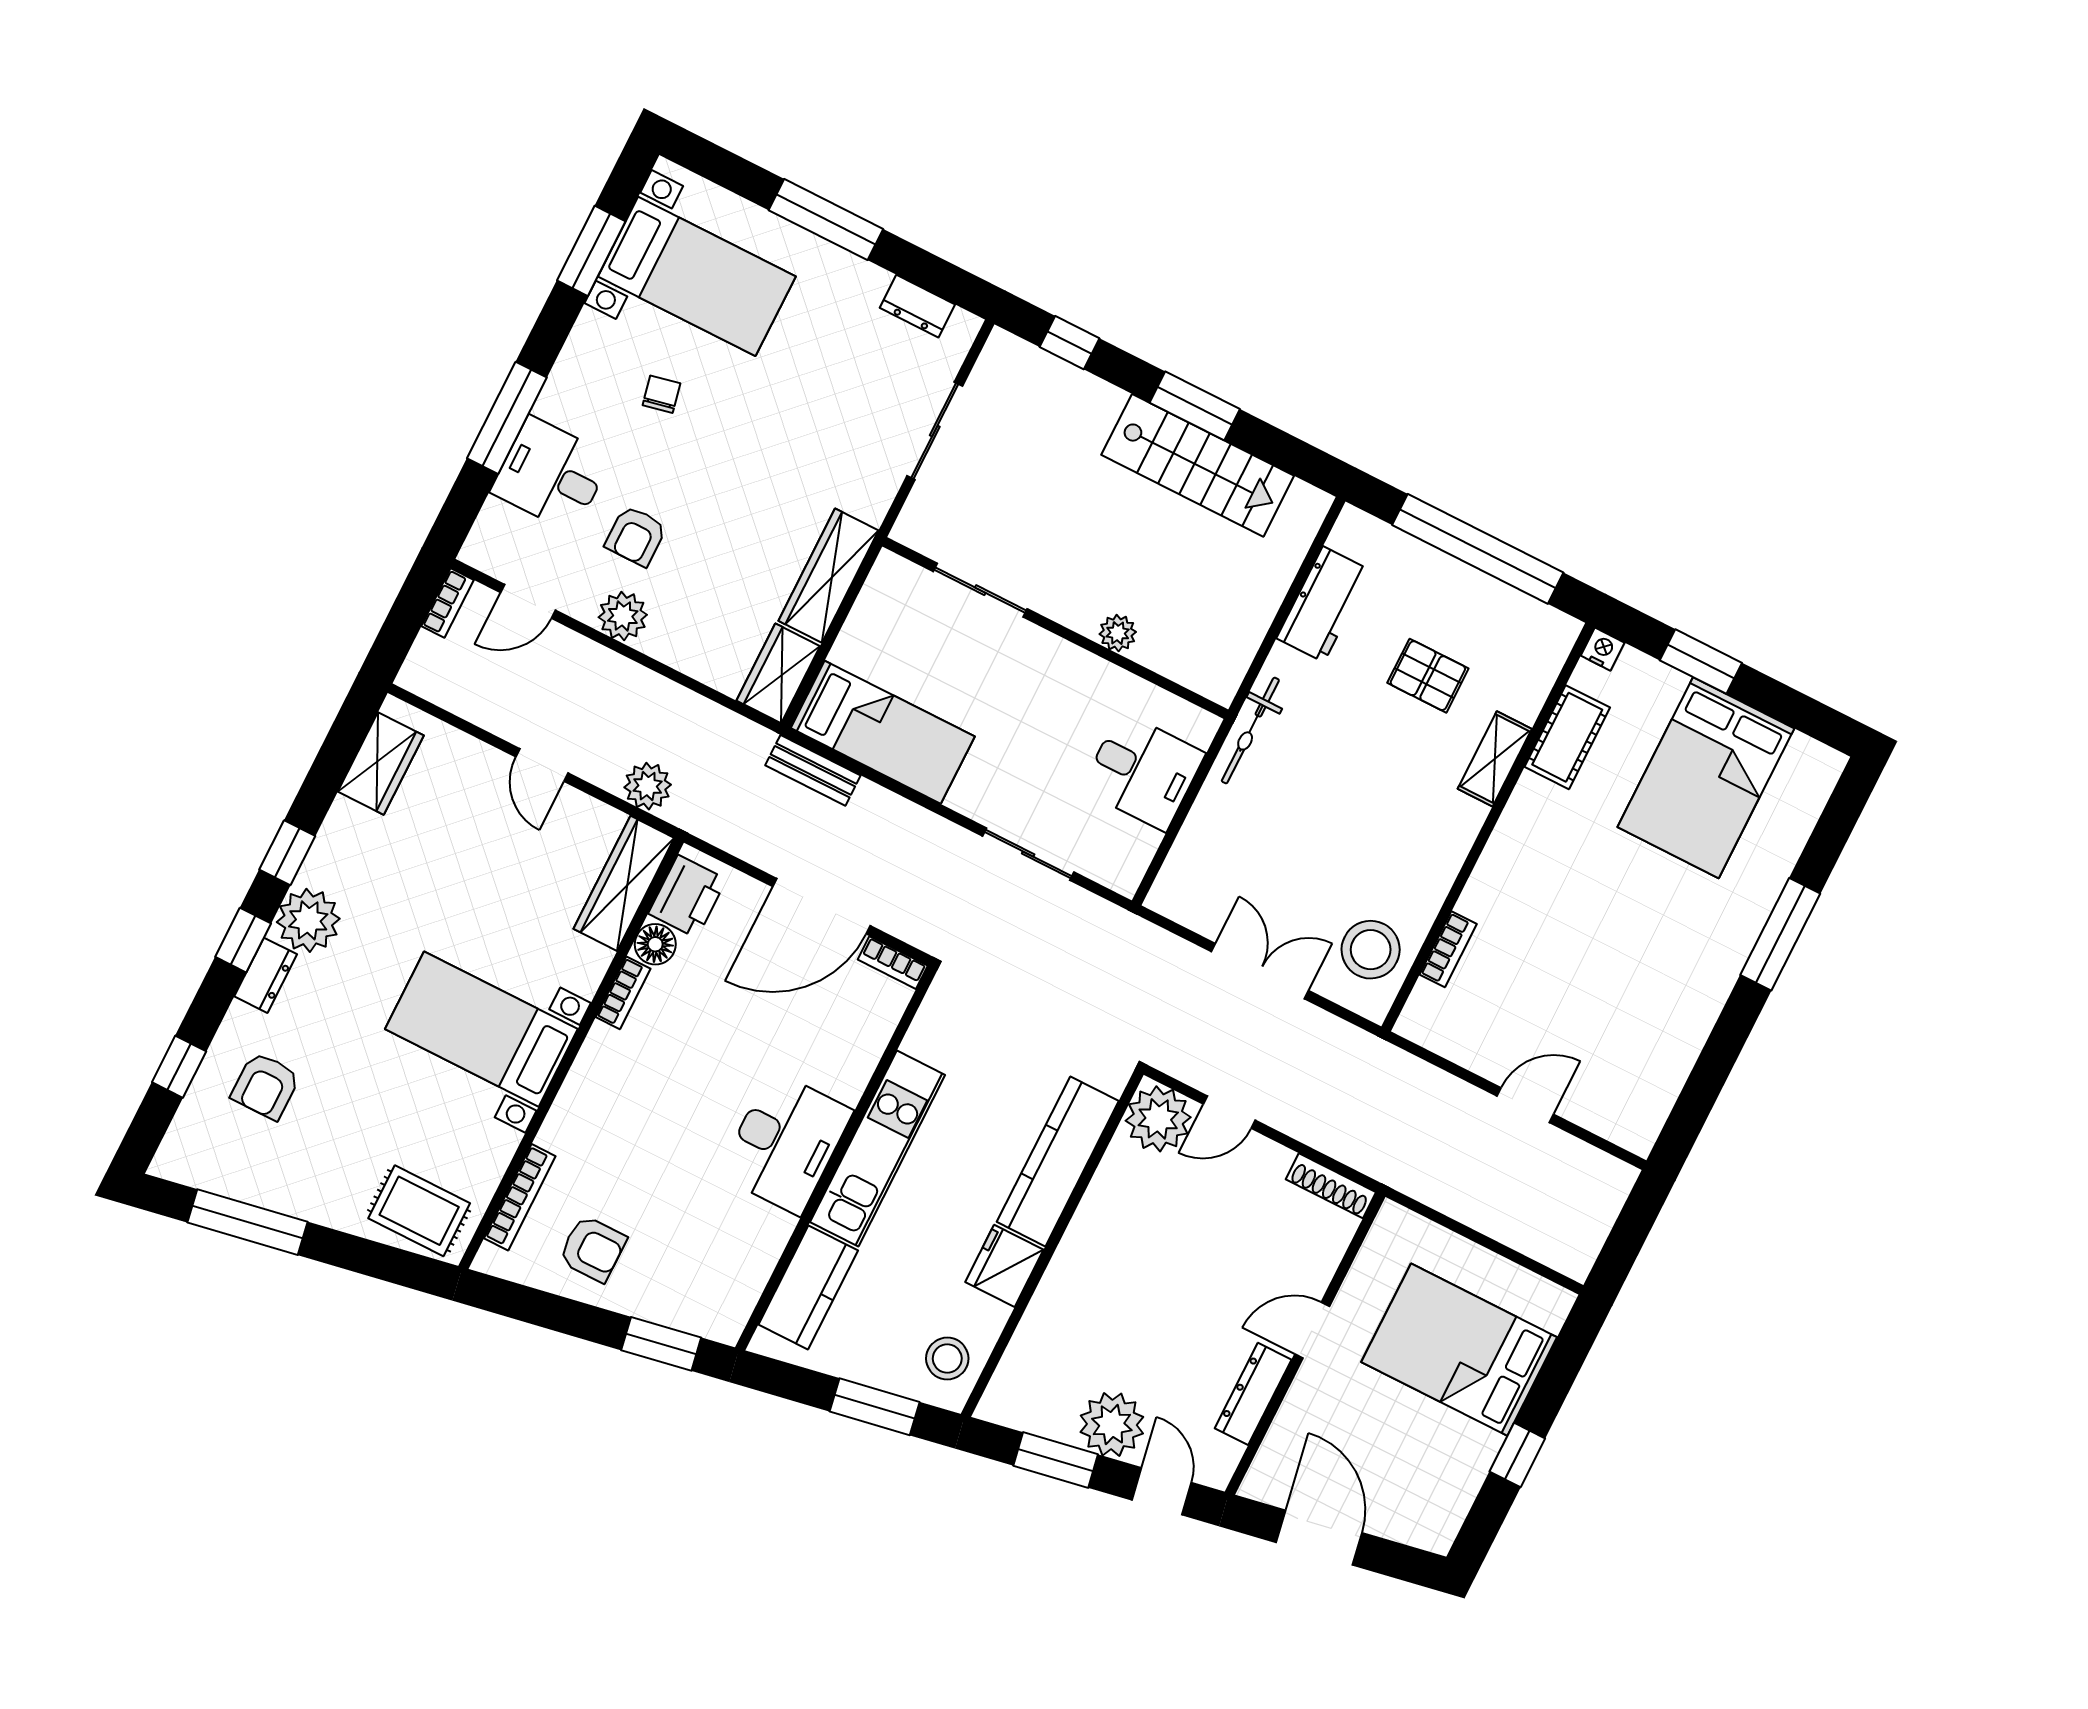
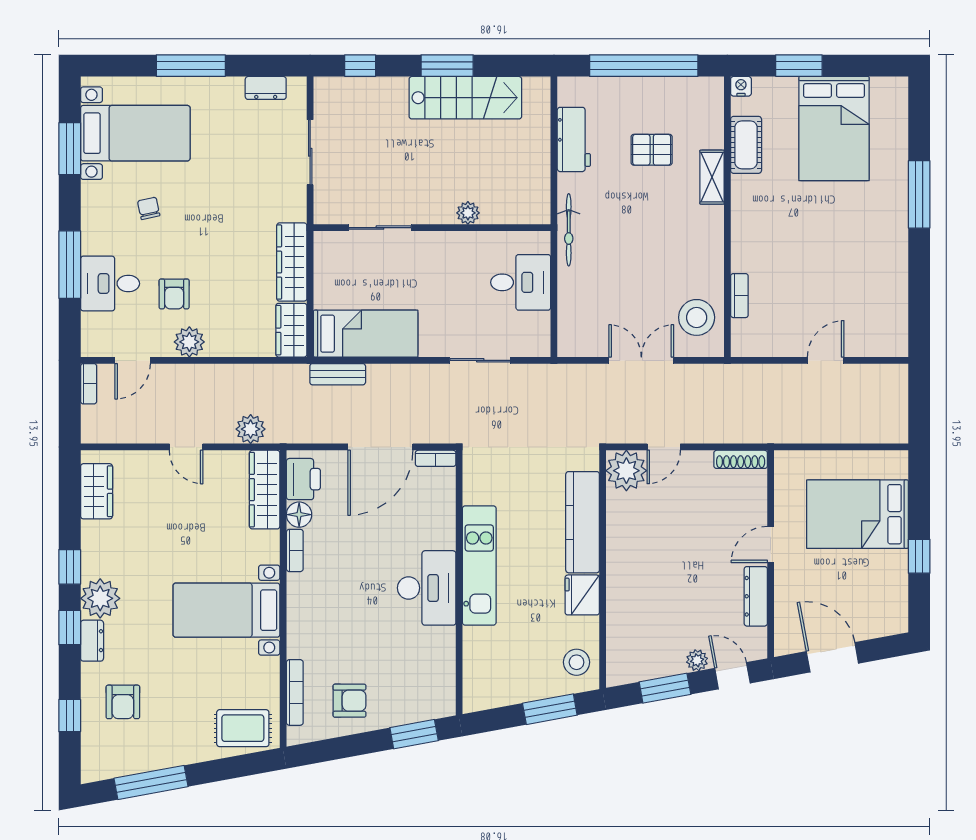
kitchen counter: (808, 1287) -> (480, 662), removed
plant: (1112, 1424) -> (697, 660), width x0.53, depth x0.53

